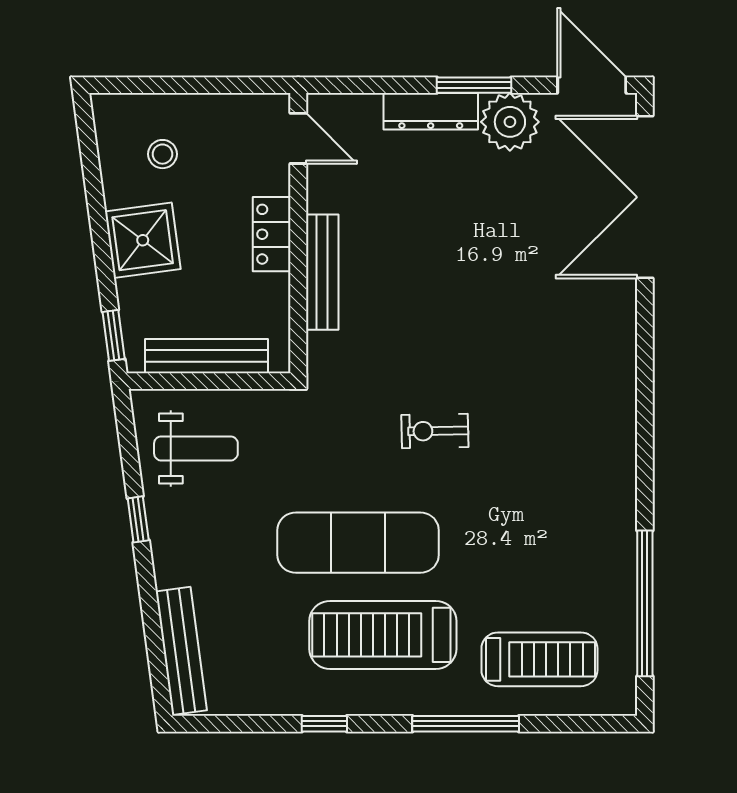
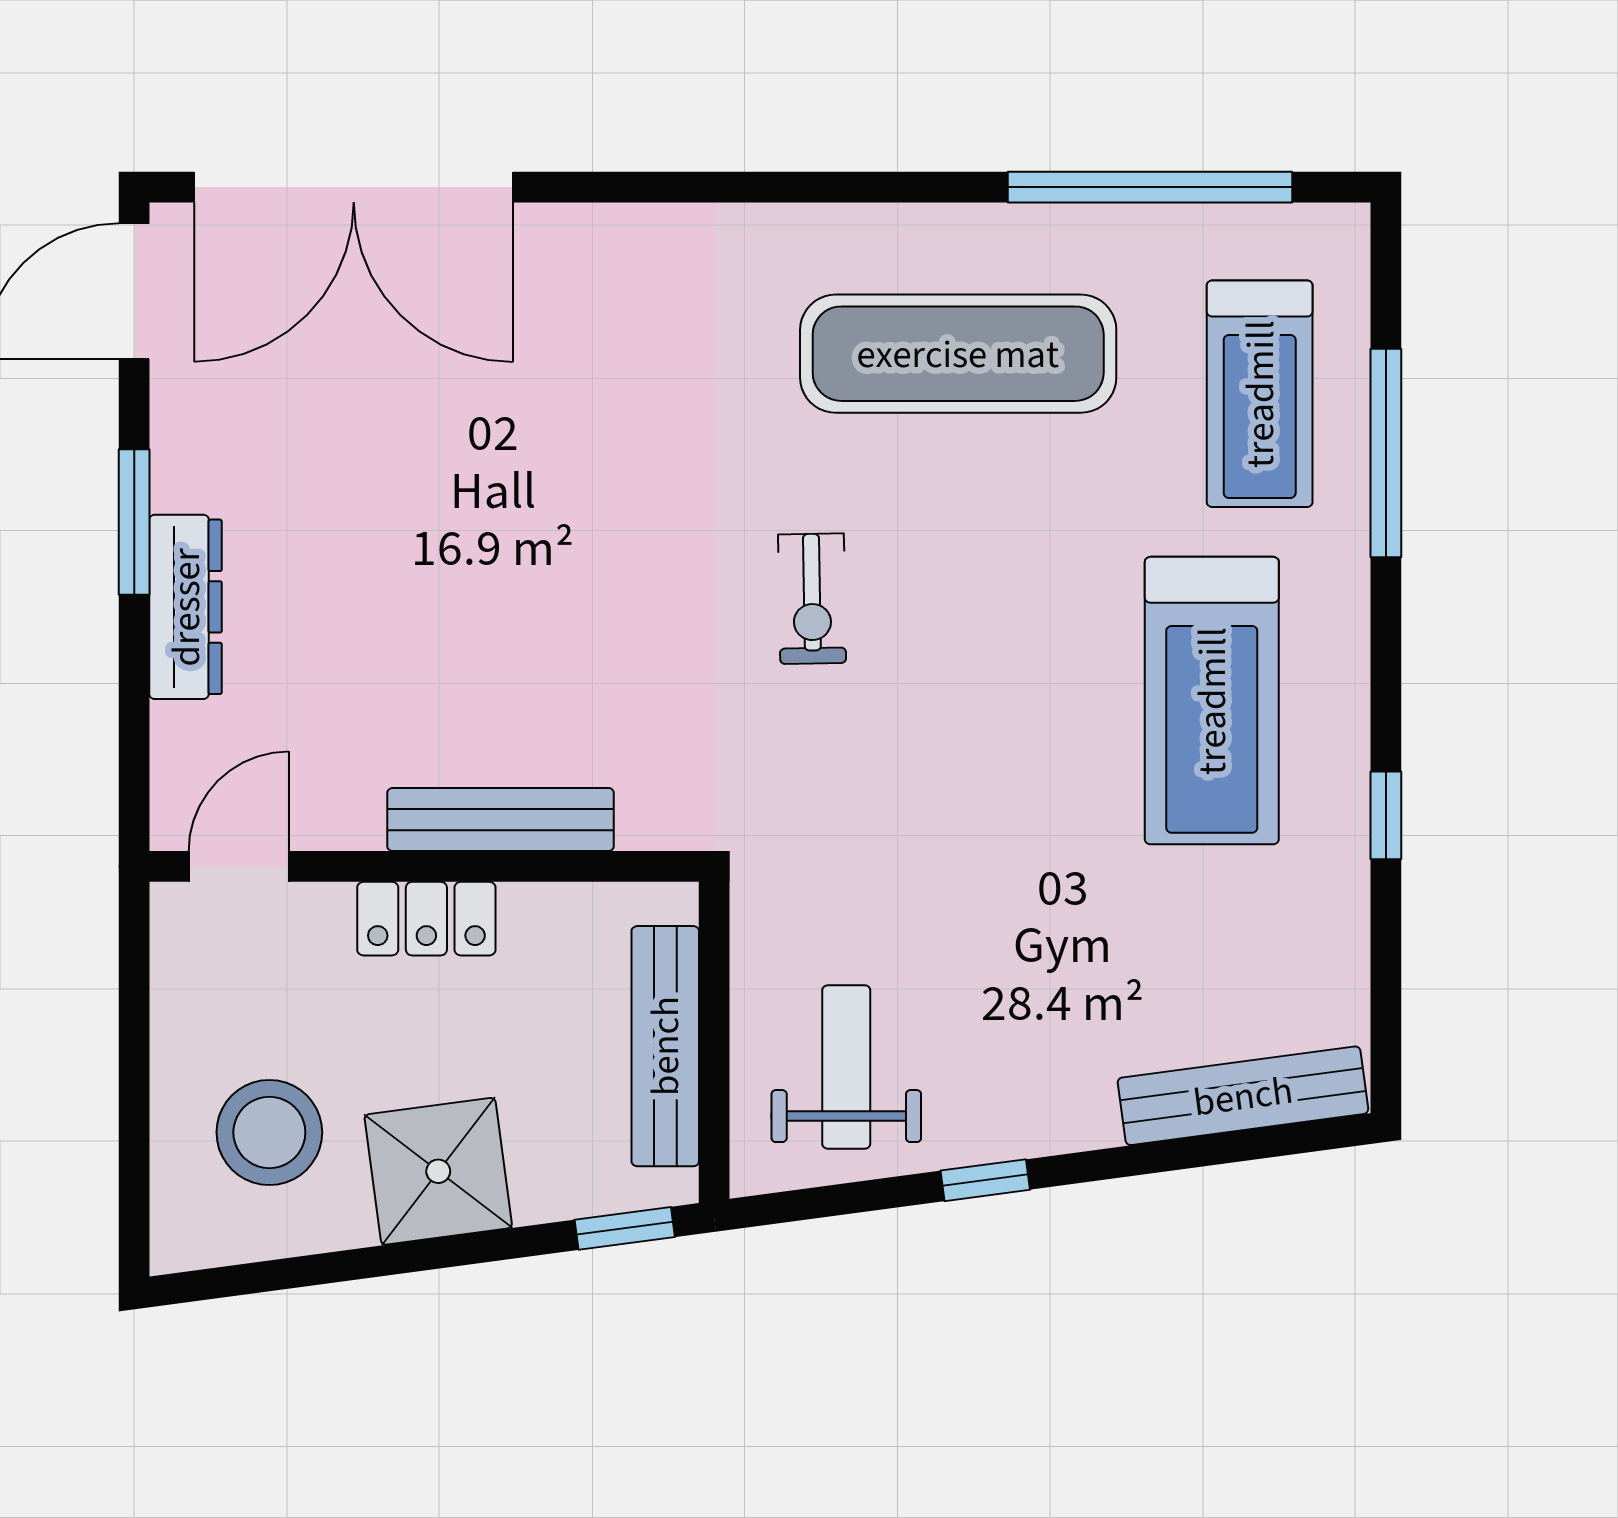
plant: (510, 122) -> (206, 452), removed
stool: (162, 154) -> (269, 1132), width x1.89, depth x1.89
exercise mat: (358, 543) -> (958, 354), moved, turned 90
treadmill: (539, 659) -> (1260, 394), turned 180
window: (466, 724) -> (1386, 453), moved

